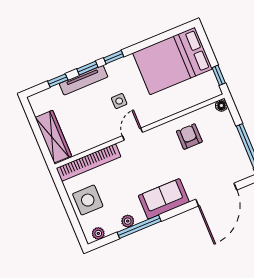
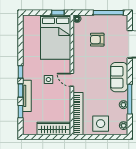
bed: (172, 61) -> (56, 37), moved
armchair: (189, 137) -> (97, 40), moved

